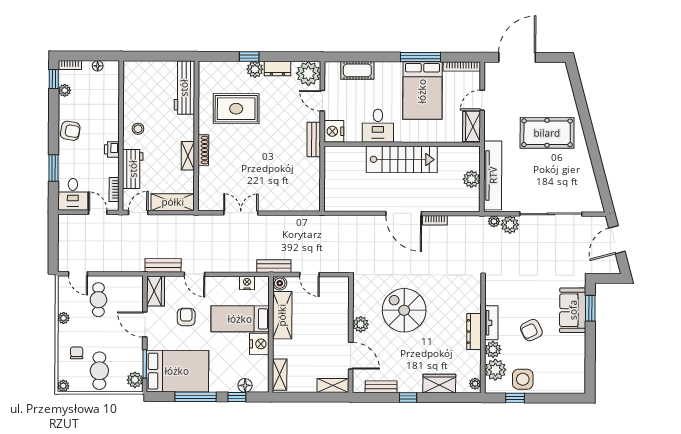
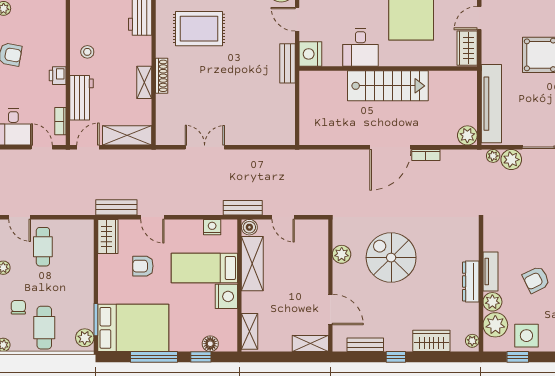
plant: (472, 179) -> (467, 135), moved
door: (404, 213) -> (390, 147), hinge flipped
armchair: (186, 317) -> (143, 266), turned -90
door: (145, 324) -> (96, 275), removed
plant: (361, 324) -> (342, 254), moved

